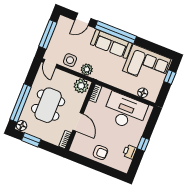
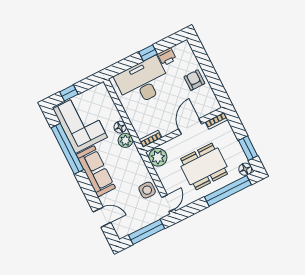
window: (116, 32) -> (67, 149), moved
plant: (87, 69) -> (125, 140), moved
floor lamp: (143, 93) -> (120, 127), moved
desk: (125, 111) -> (143, 82), moved, turned 90

